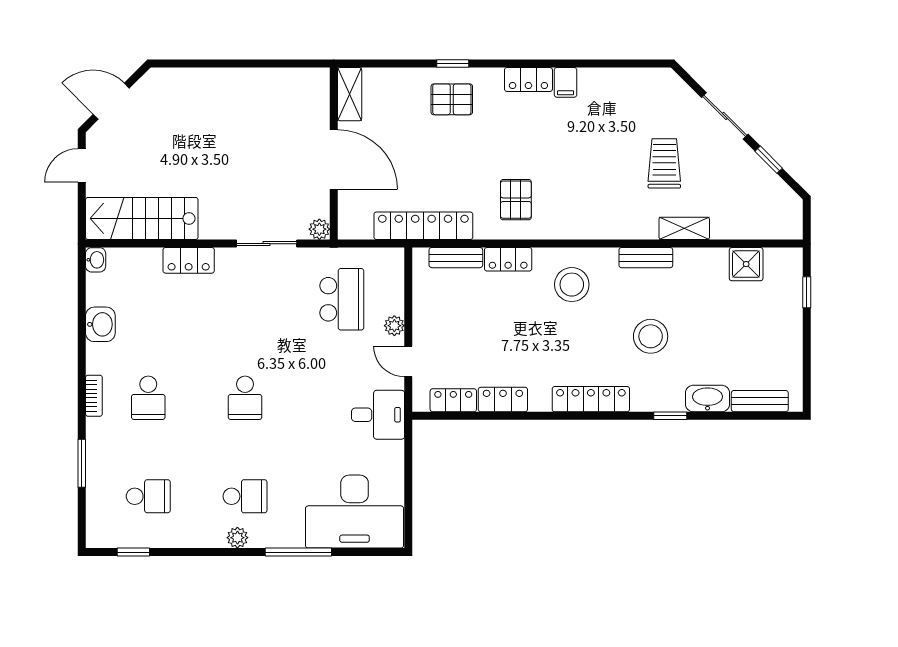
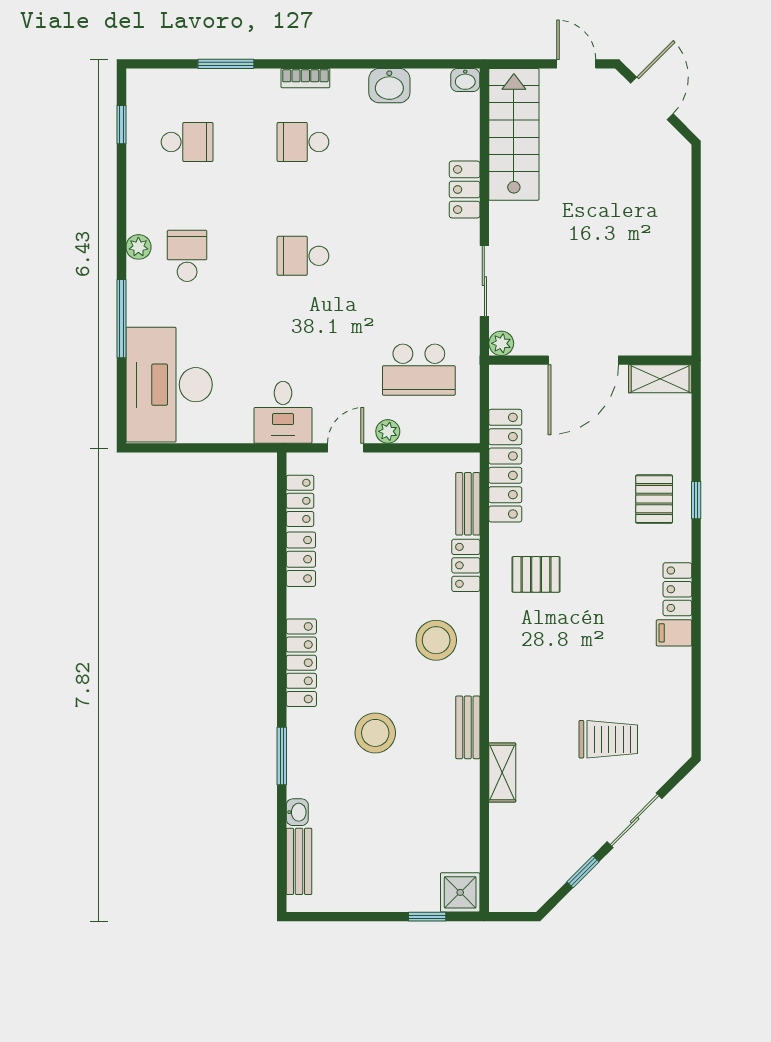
trolley: (664, 163) -> (608, 739), moved
shower: (746, 264) -> (460, 892), moved
washbasin: (707, 399) -> (297, 812), width x0.52, depth x0.69
window: (670, 416) -> (282, 756), width x1.50
school desk: (148, 496) -> (187, 142), turned -90
school desk: (245, 496) -> (187, 256), turned 180

